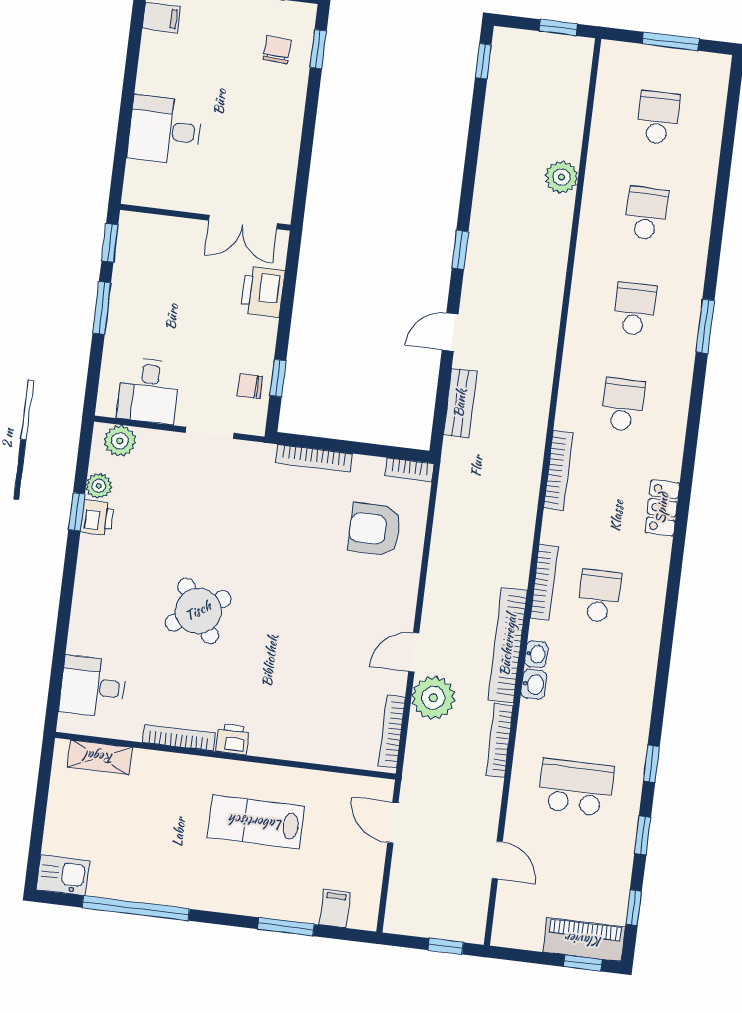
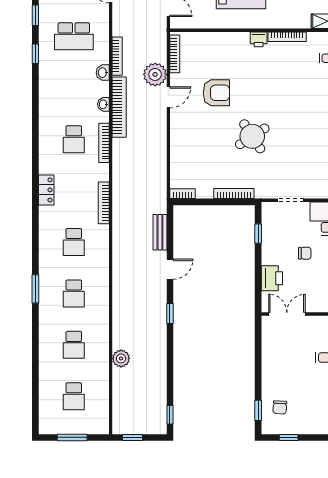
chair: (250, 386) -> (305, 253), moved
armchair: (375, 529) -> (216, 93), moved
round table: (198, 611) -> (252, 136), moved
washbasin: (534, 684) -> (103, 73), moved

